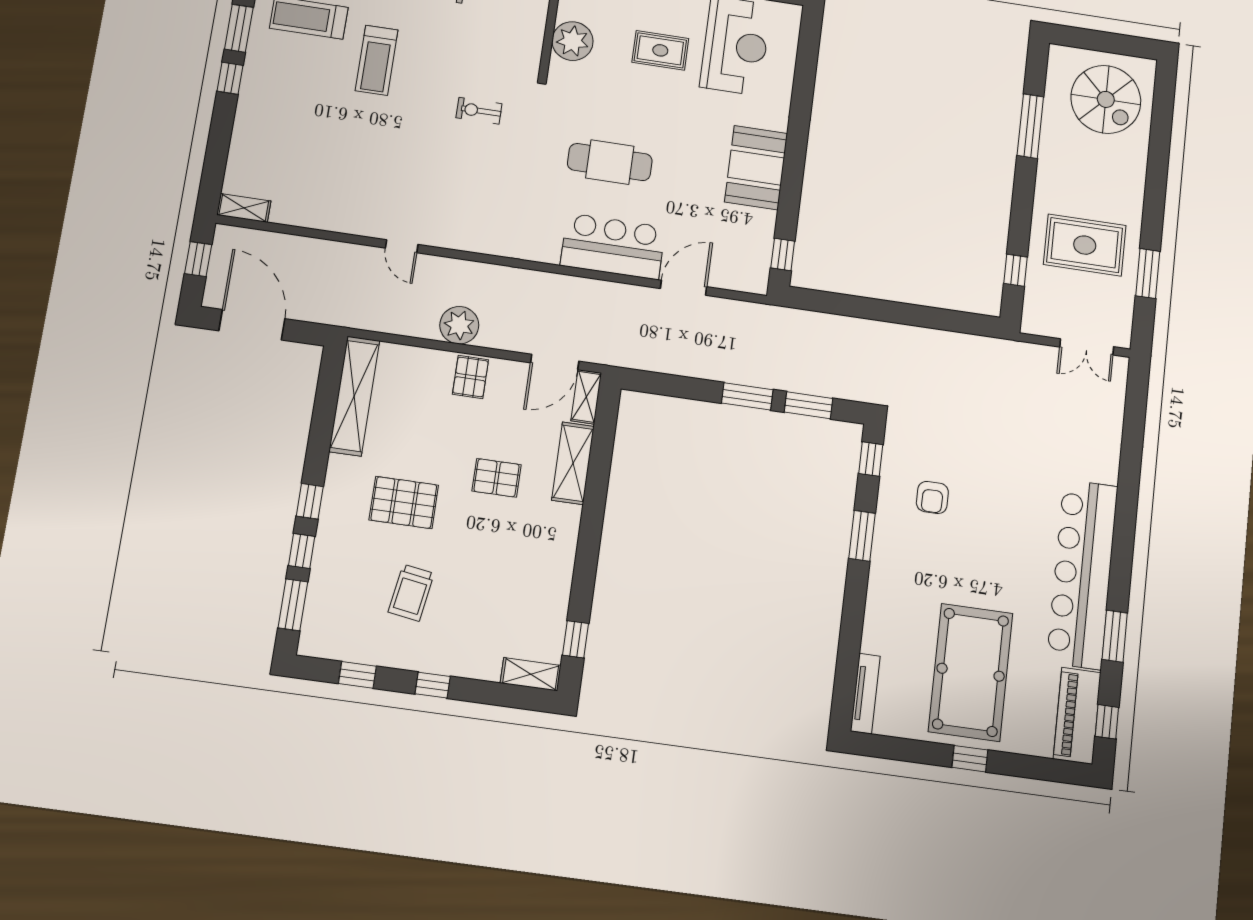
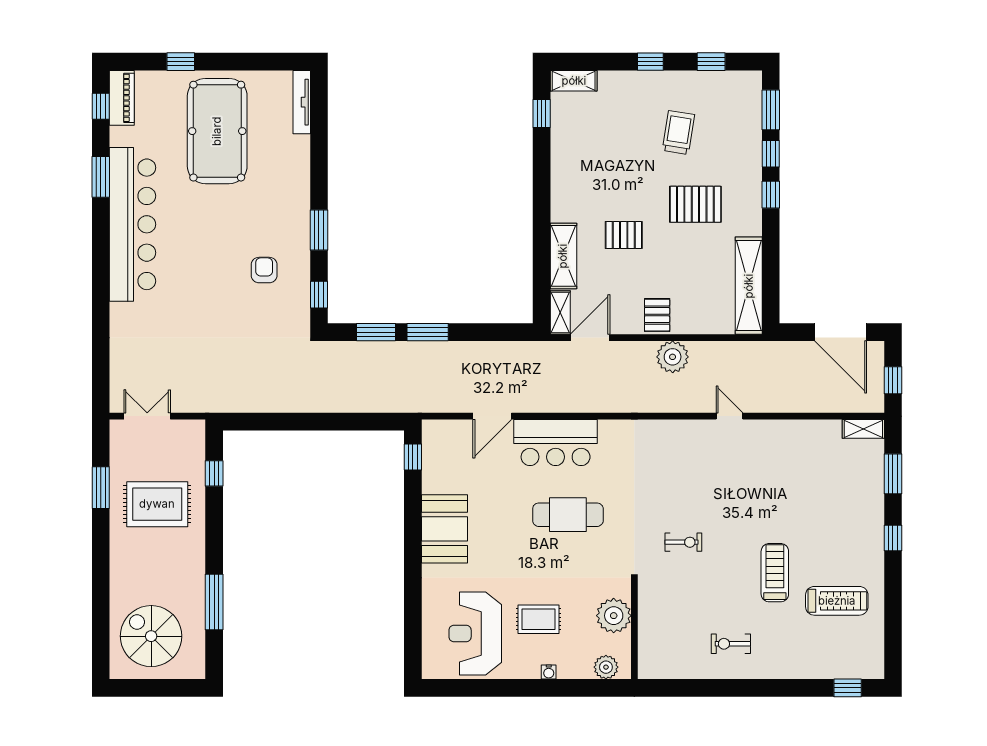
window: (239, 28) -> (893, 474), moved
piano: (1077, 716) -> (122, 98), width x0.73, depth x0.75
window: (970, 759) -> (181, 62), moved

